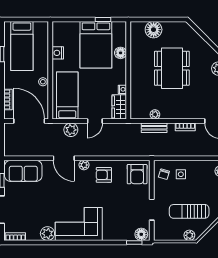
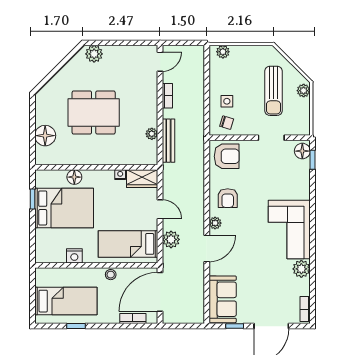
bench: (154, 128) -> (168, 141), width x1.36

